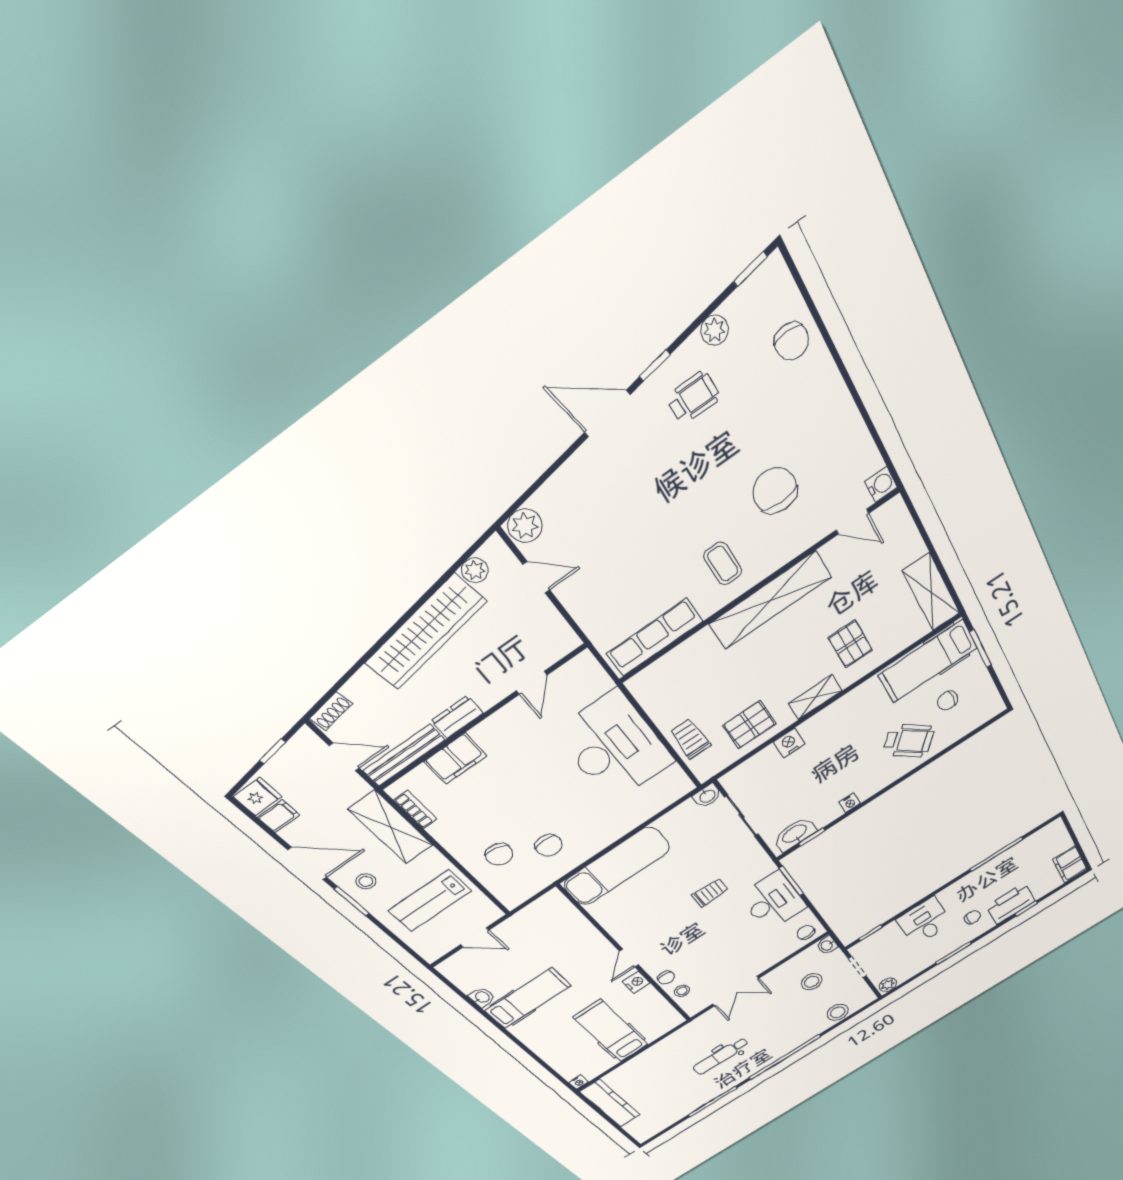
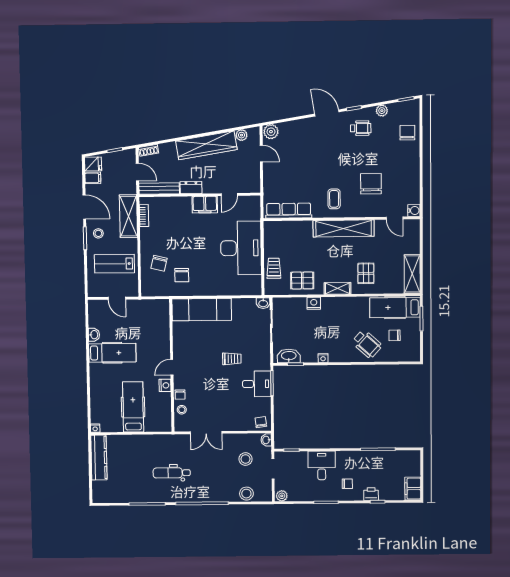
chair: (792, 341) -> (407, 133), turned 180
filing cabinet: (455, 759) -> (205, 205), moved
desk: (773, 901) -> (257, 384), width x0.73
printer: (1011, 904) -> (371, 494), width x0.53, depth x0.68

